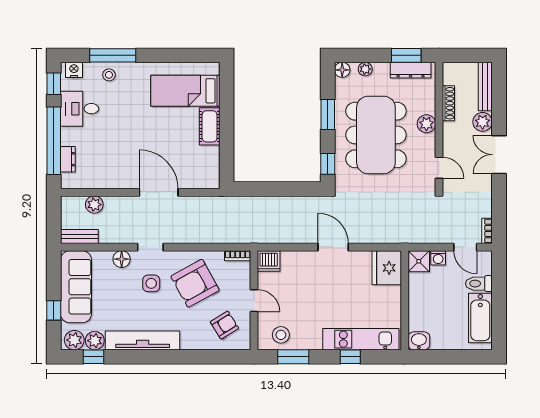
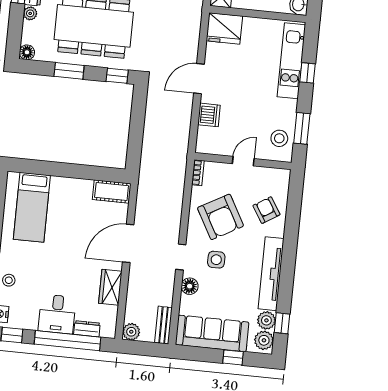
plant: (365, 69) -> (30, 13), moved
desk: (80, 109) -> (57, 314), moved
cot: (210, 126) -> (112, 192), moved
wardrobe: (112, 179) -> (110, 287), added
plant: (94, 205) -> (131, 332), moved
dishwasher: (269, 261) -> (209, 115), moved
armchair: (224, 325) -> (266, 210), moved

